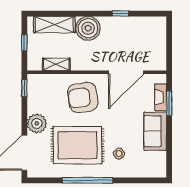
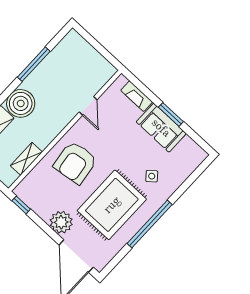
window: (120, 14) -> (34, 64), width x2.17
door: (126, 72) -> (88, 106), width x0.53
window: (169, 103) -> (171, 114), moved

